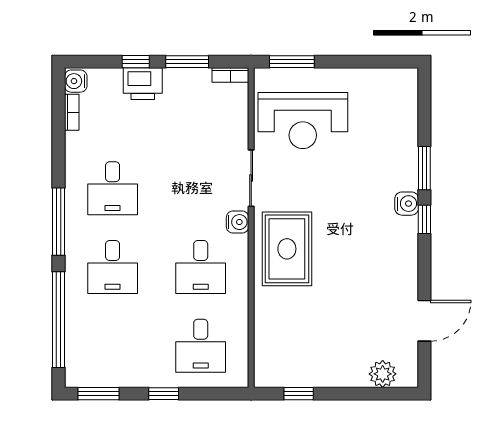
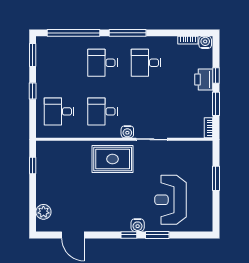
window: (292, 62) -> (216, 178), moved
reception desk: (303, 121) -> (171, 200), moved

